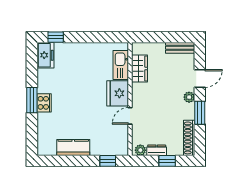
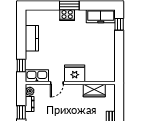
freezer: (45, 55) -> (101, 16), width x1.40
kitchen sink: (121, 65) -> (37, 76), moved
door: (130, 116) -> (57, 83), swing flipped

